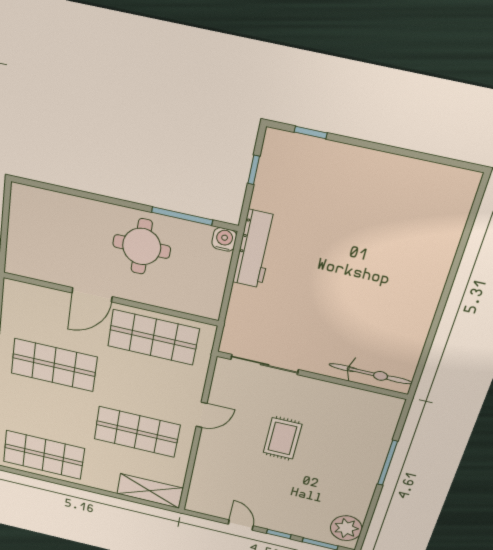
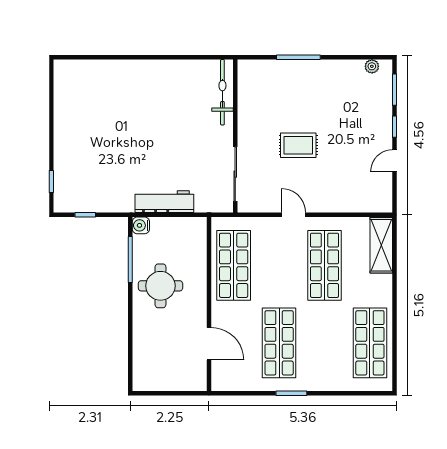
workbench: (255, 249) -> (164, 202), moved
door: (92, 295) -> (209, 344), moved
plant: (346, 528) -> (372, 66), width x0.53, depth x0.53

